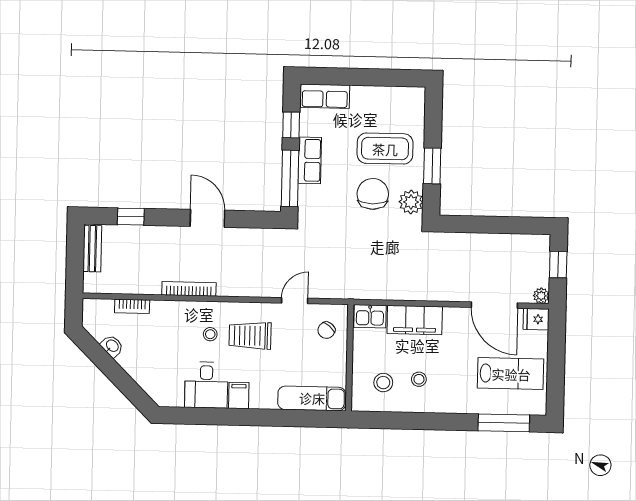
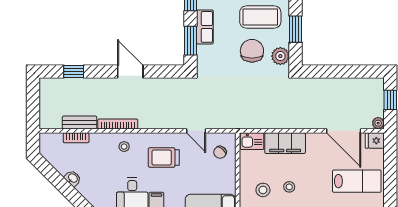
window: (290, 178) -> (191, 41), width x0.69
bench: (92, 249) -> (80, 122), moved, turned 90
door: (295, 301) -> (196, 131), swing flipped
stool: (210, 334) -> (124, 147), moved
washbasin: (112, 346) -> (73, 178), moved

